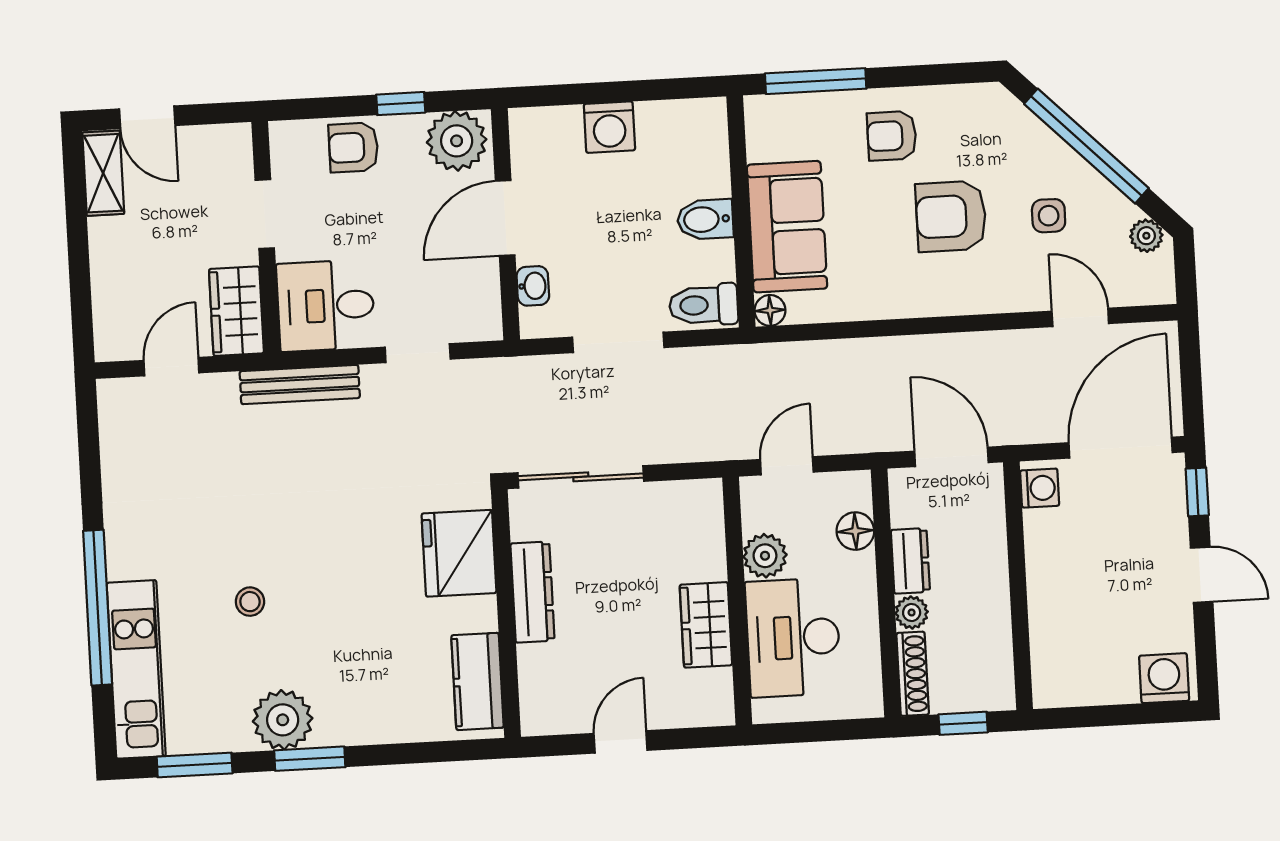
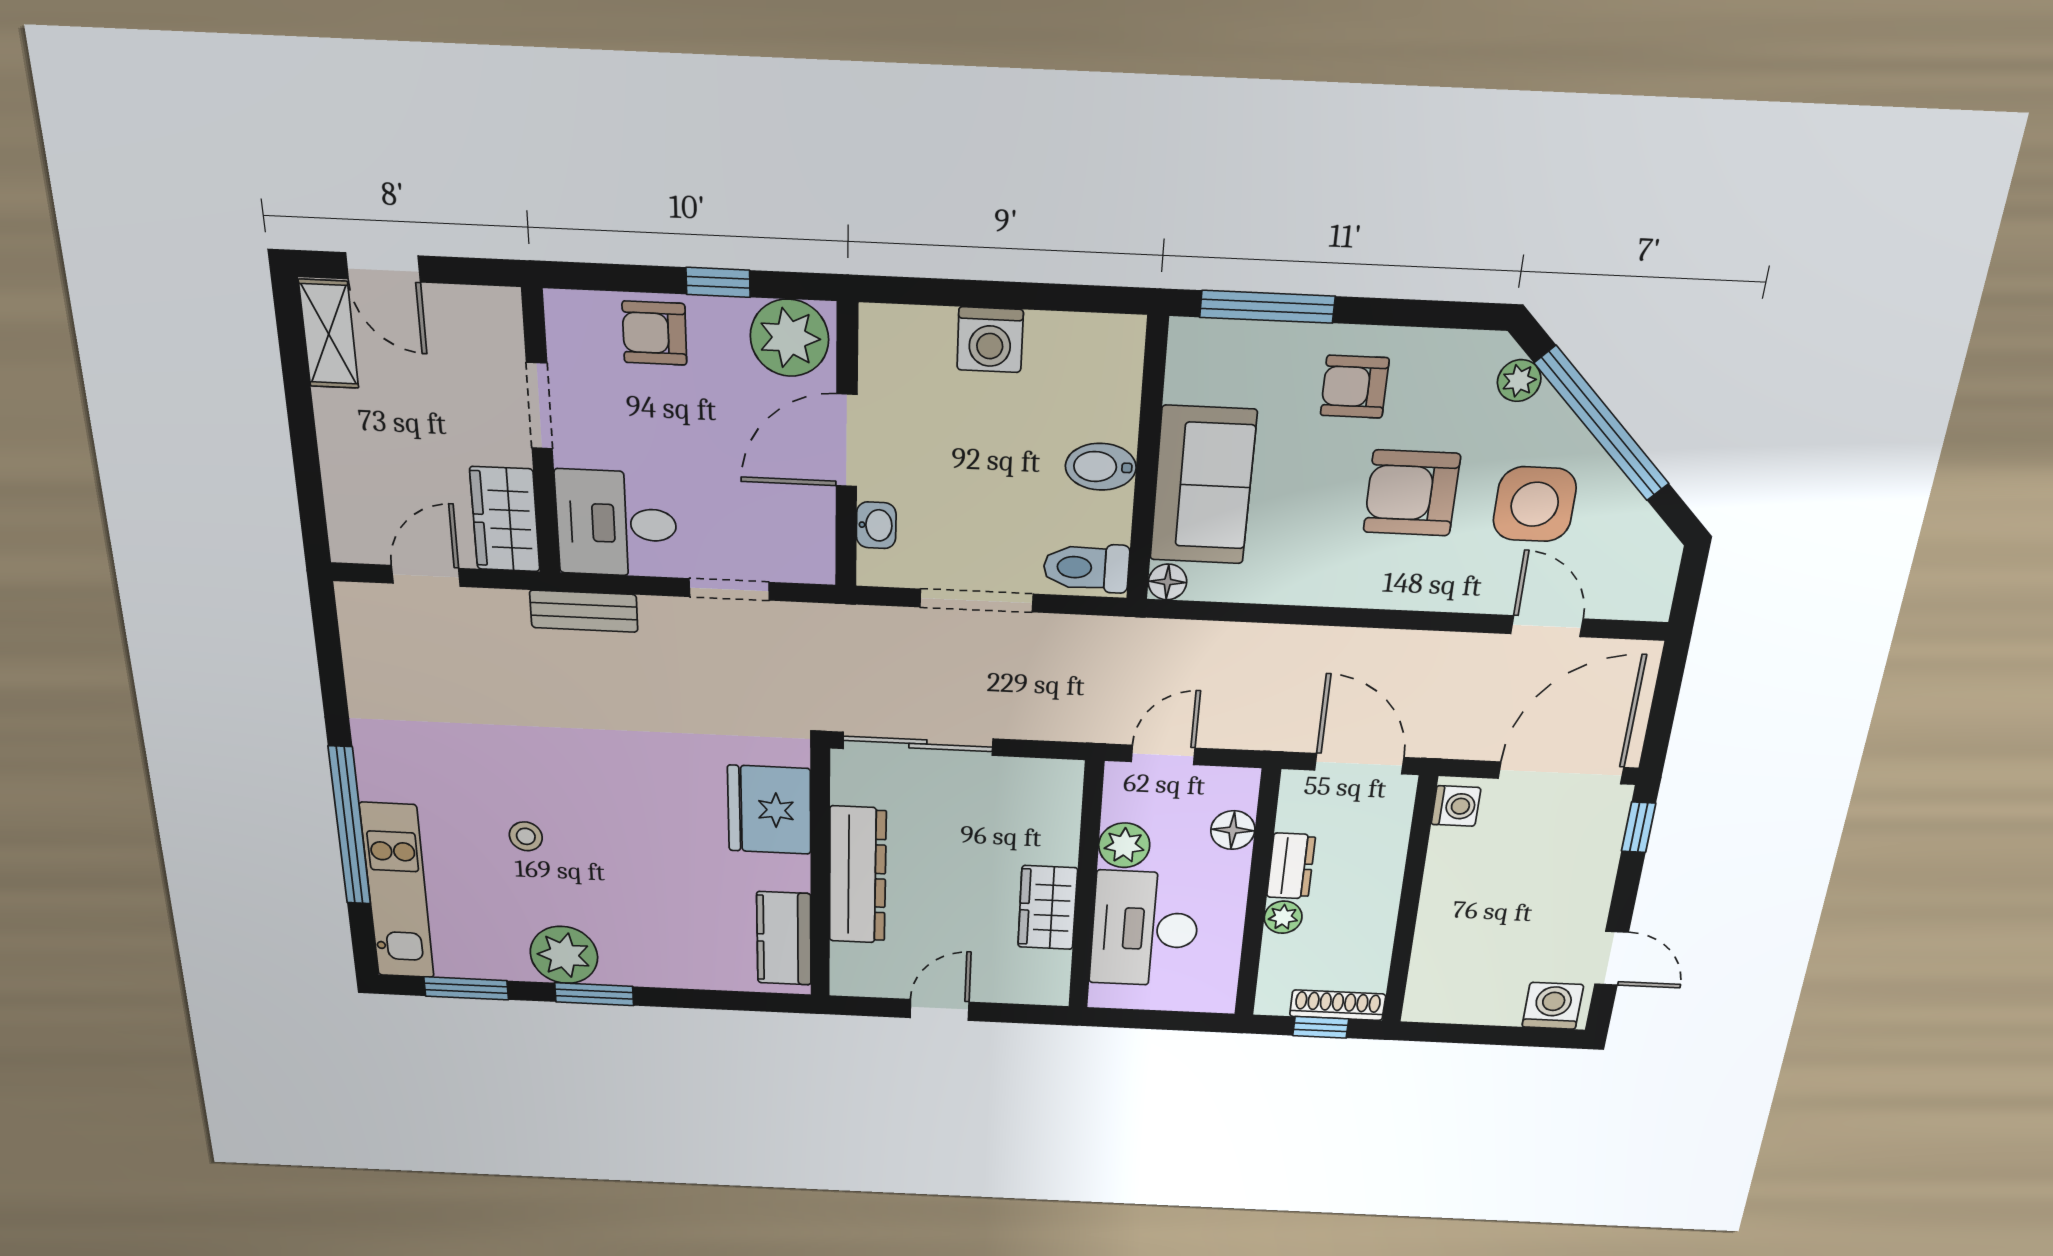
side table: (1049, 216) -> (1535, 504), width x1.87, depth x1.87
plant: (1146, 236) -> (1519, 381), moved
bench: (300, 385) -> (584, 611), width x0.73
door: (1202, 575) -> (1611, 958), moved
dresser: (533, 592) -> (858, 875), width x1.37, depth x1.24
shoe rack: (913, 674) -> (1338, 1005), moved, turned -90

